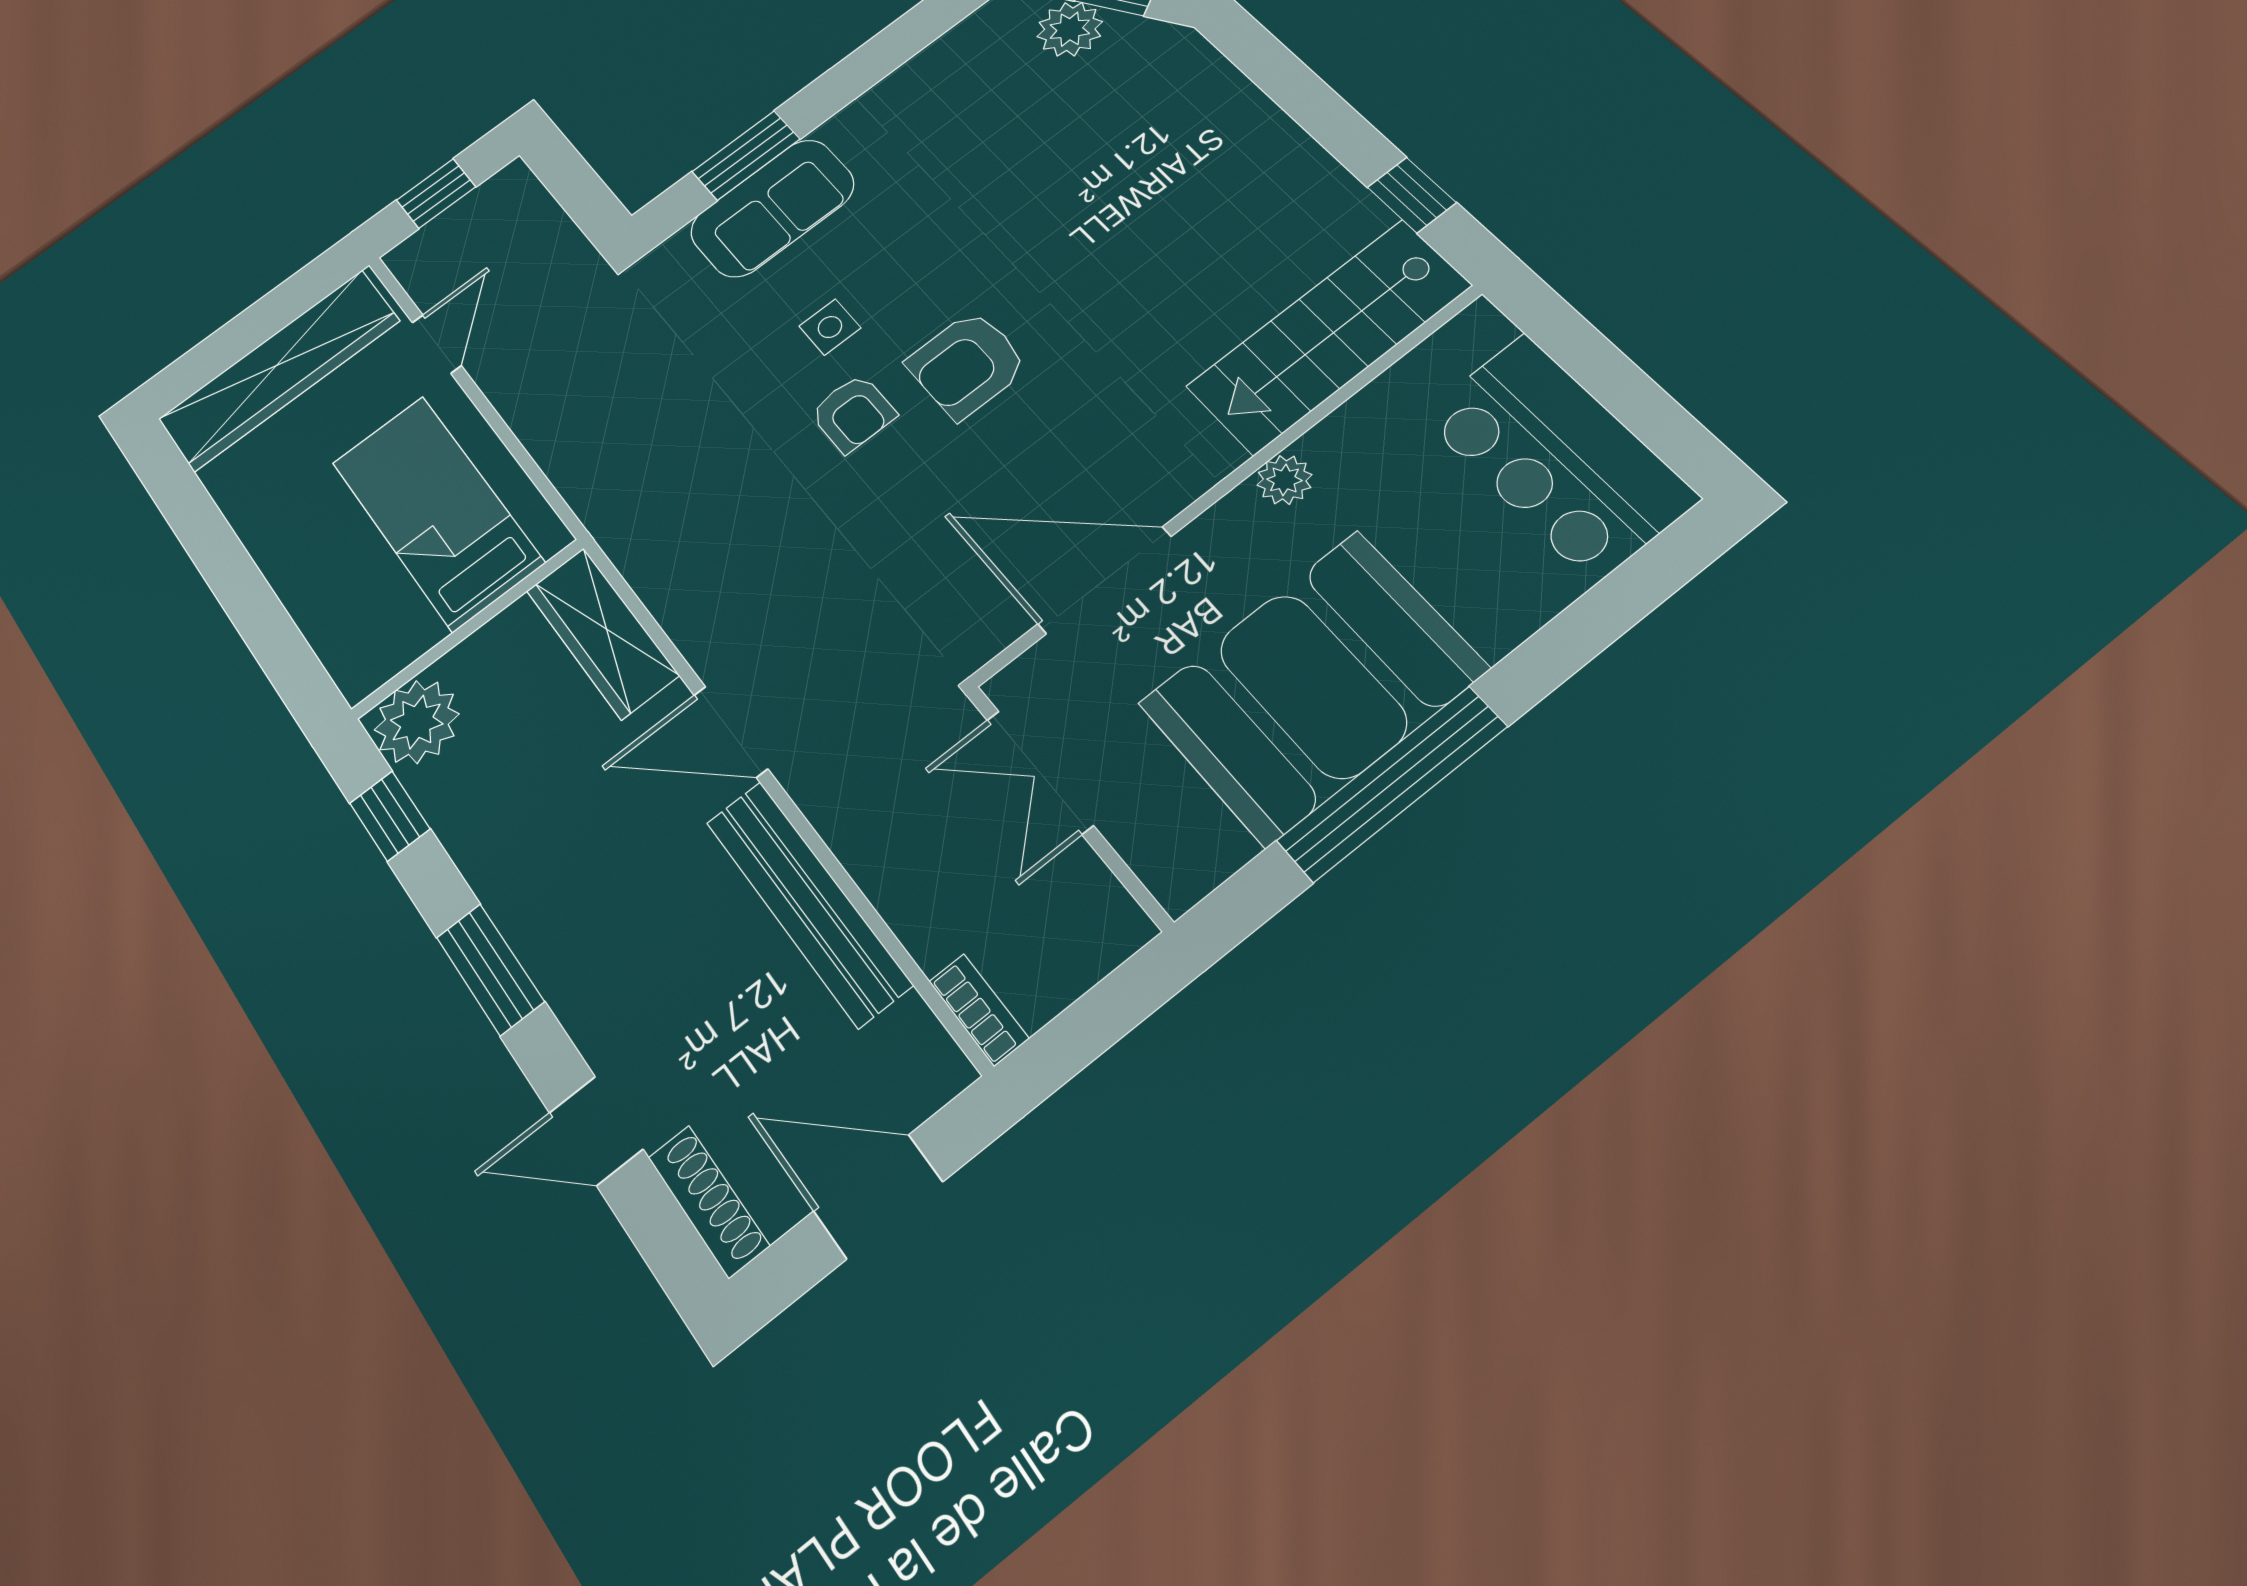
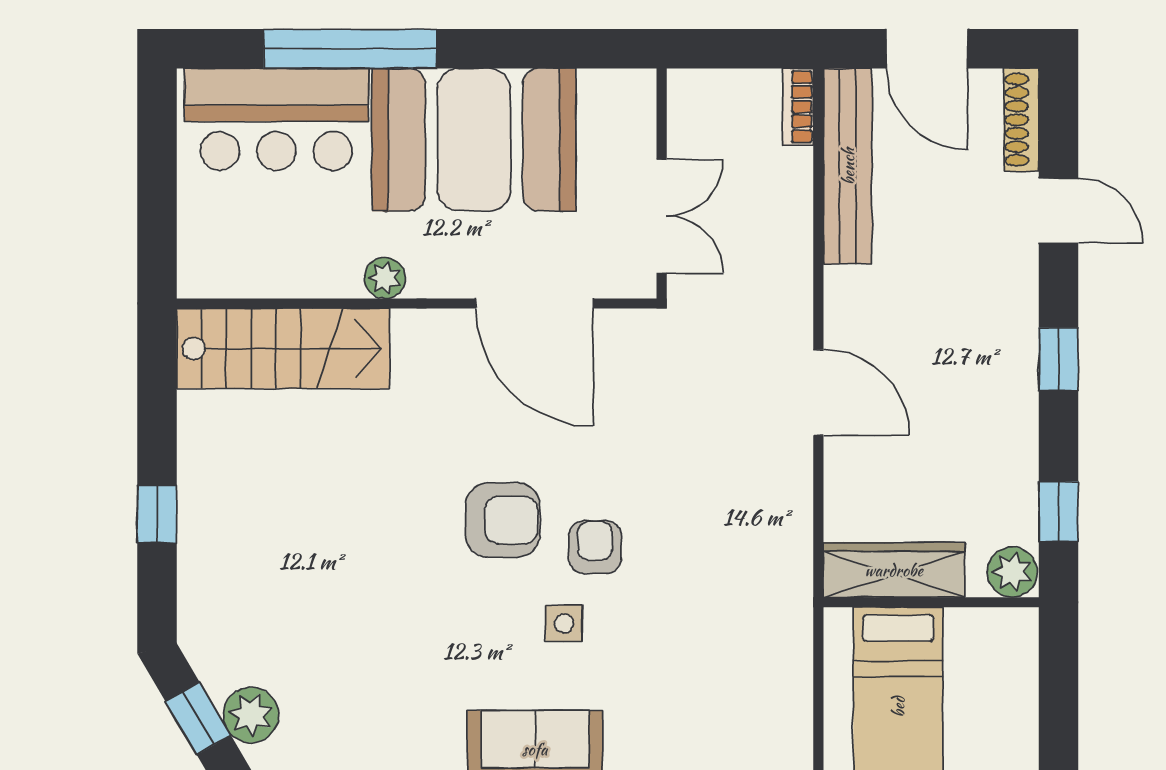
window: (1412, 195) -> (157, 514), moved
bar counter: (1558, 457) -> (276, 119), moved, turned 90
wardrobe: (602, 633) -> (894, 570), moved, turned -90
plant: (417, 722) -> (1012, 572), width x0.73, depth x0.73
window: (1392, 784) -> (350, 49), moved
bench: (808, 902) -> (848, 166), moved
window: (490, 969) -> (1058, 359), width x0.67

